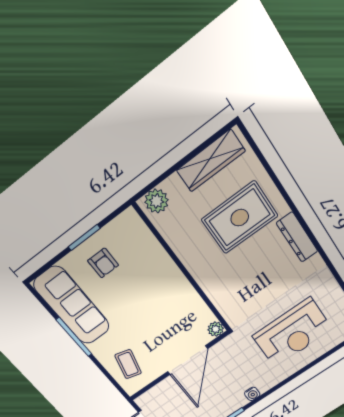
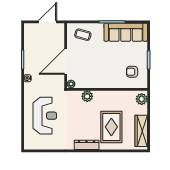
armchair: (103, 263) -> (132, 72), moved
plant: (217, 292) -> (87, 96), added
reception desk: (292, 333) -> (45, 116), turned 180
door: (187, 360) -> (66, 62), hinge flipped

